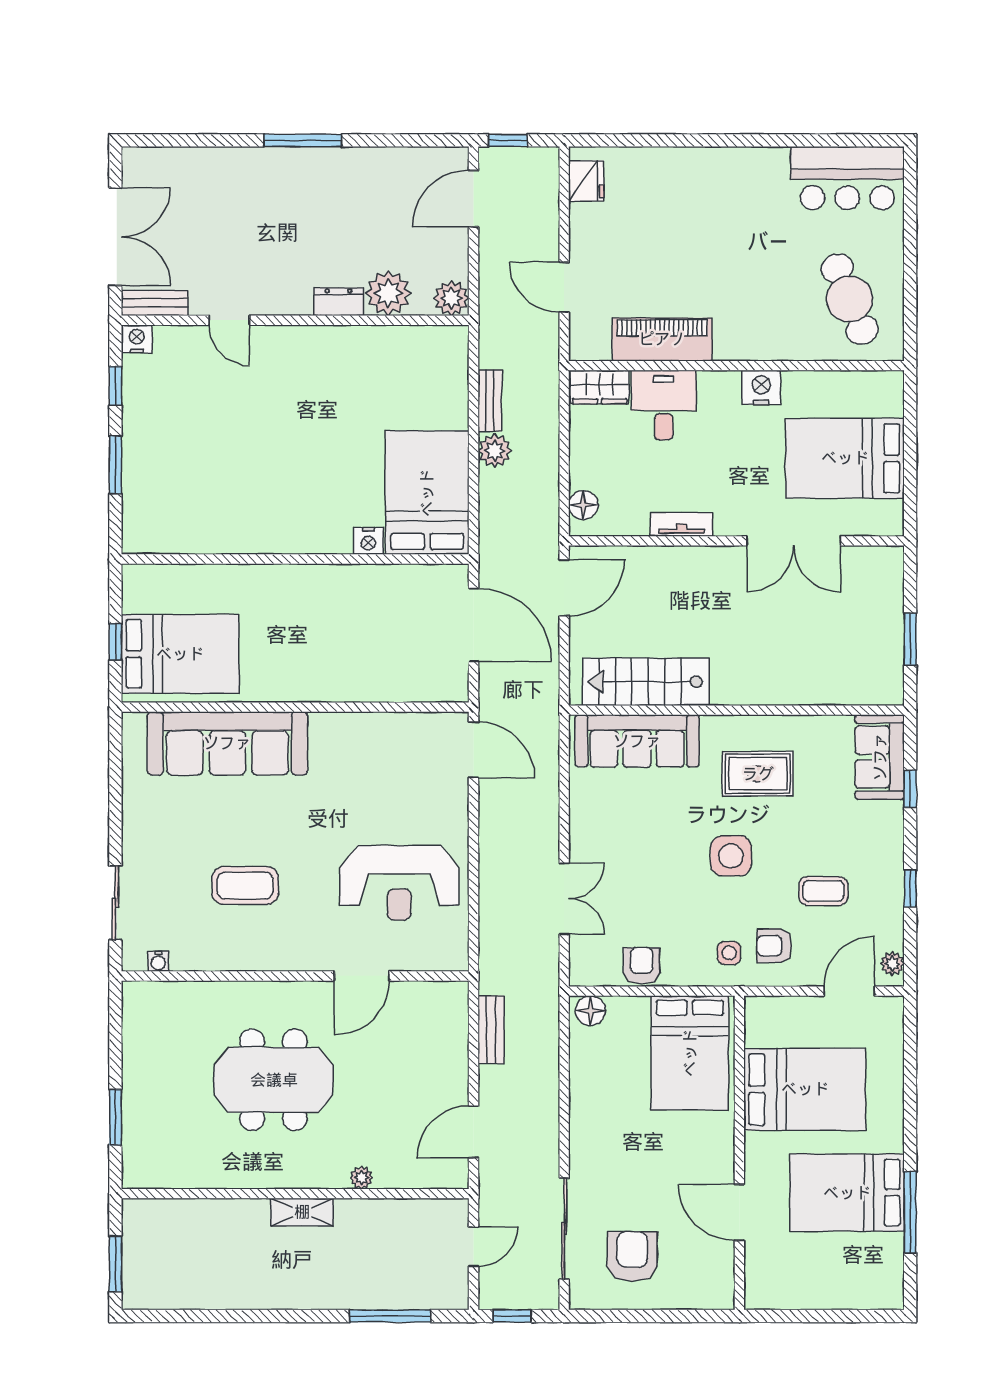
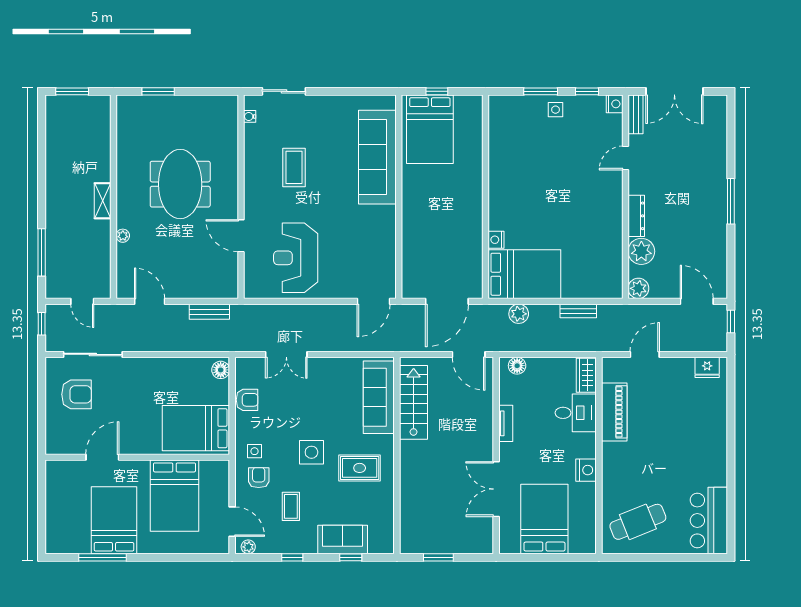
dresser: (339, 302) -> (636, 216), width x1.44
side table: (147, 440) -> (556, 110), added
plant: (495, 451) -> (519, 314), moved
sofa: (880, 757) -> (343, 539), moved
rug: (758, 774) -> (360, 468), turned 90

